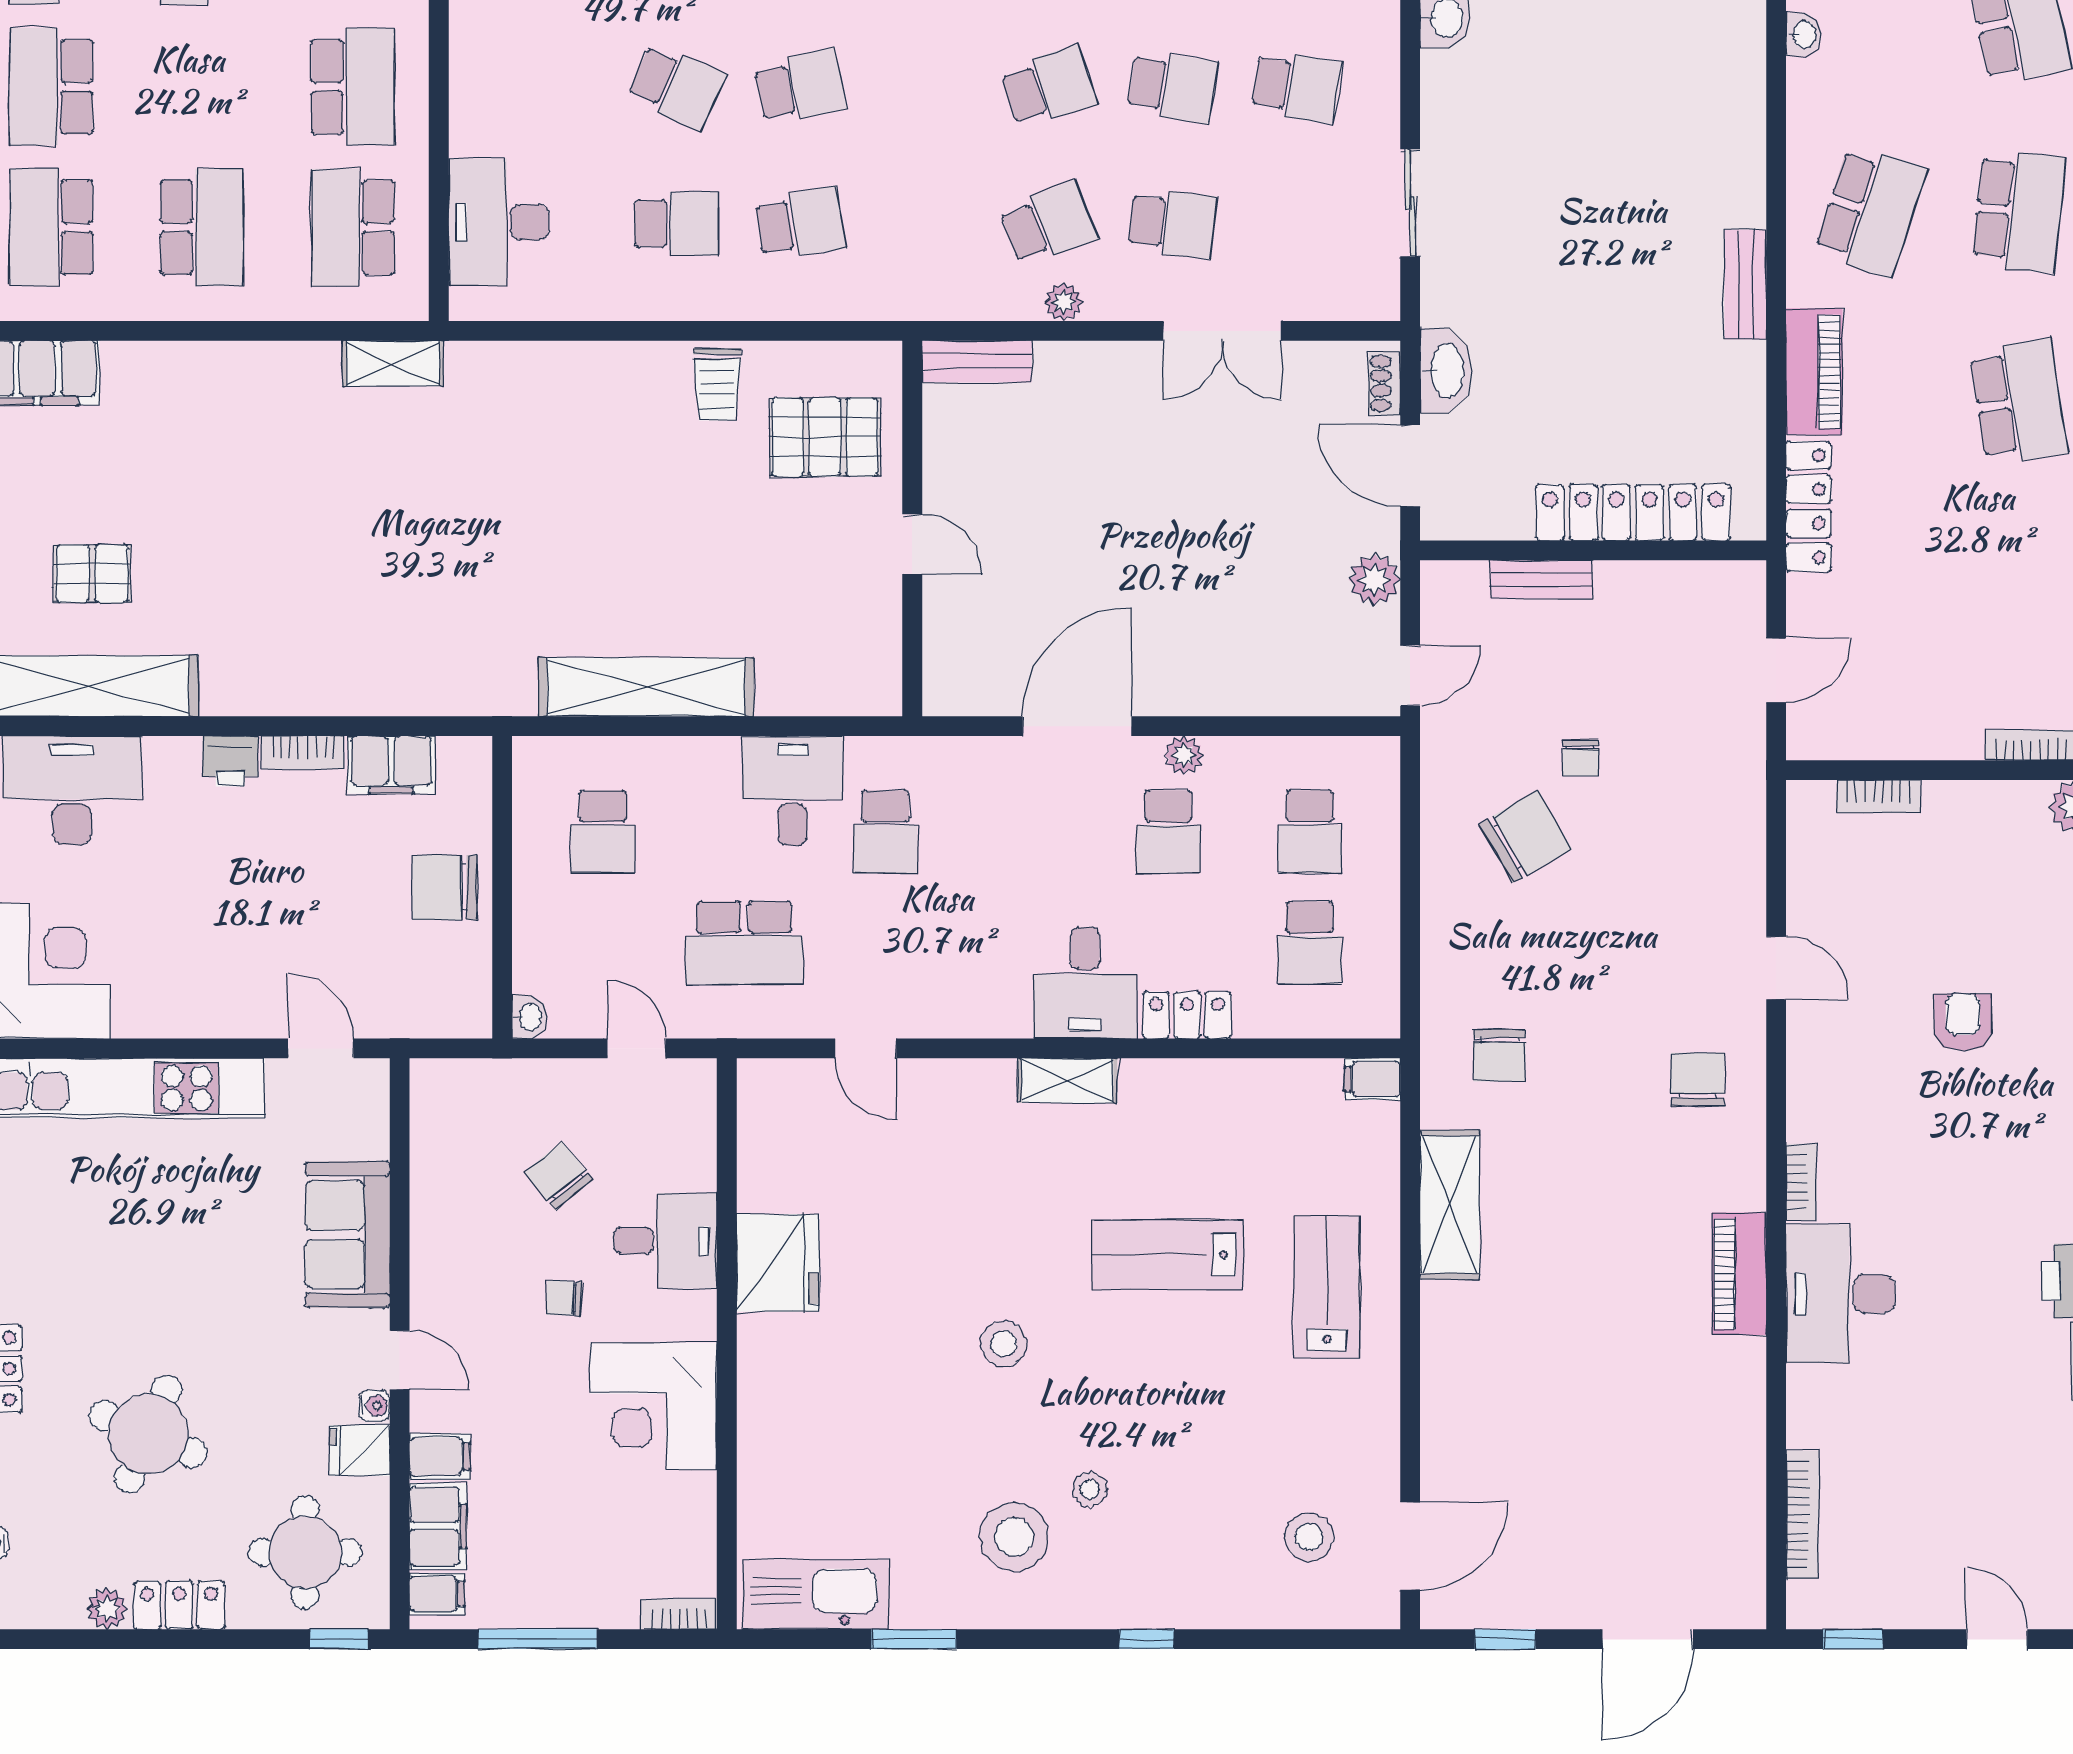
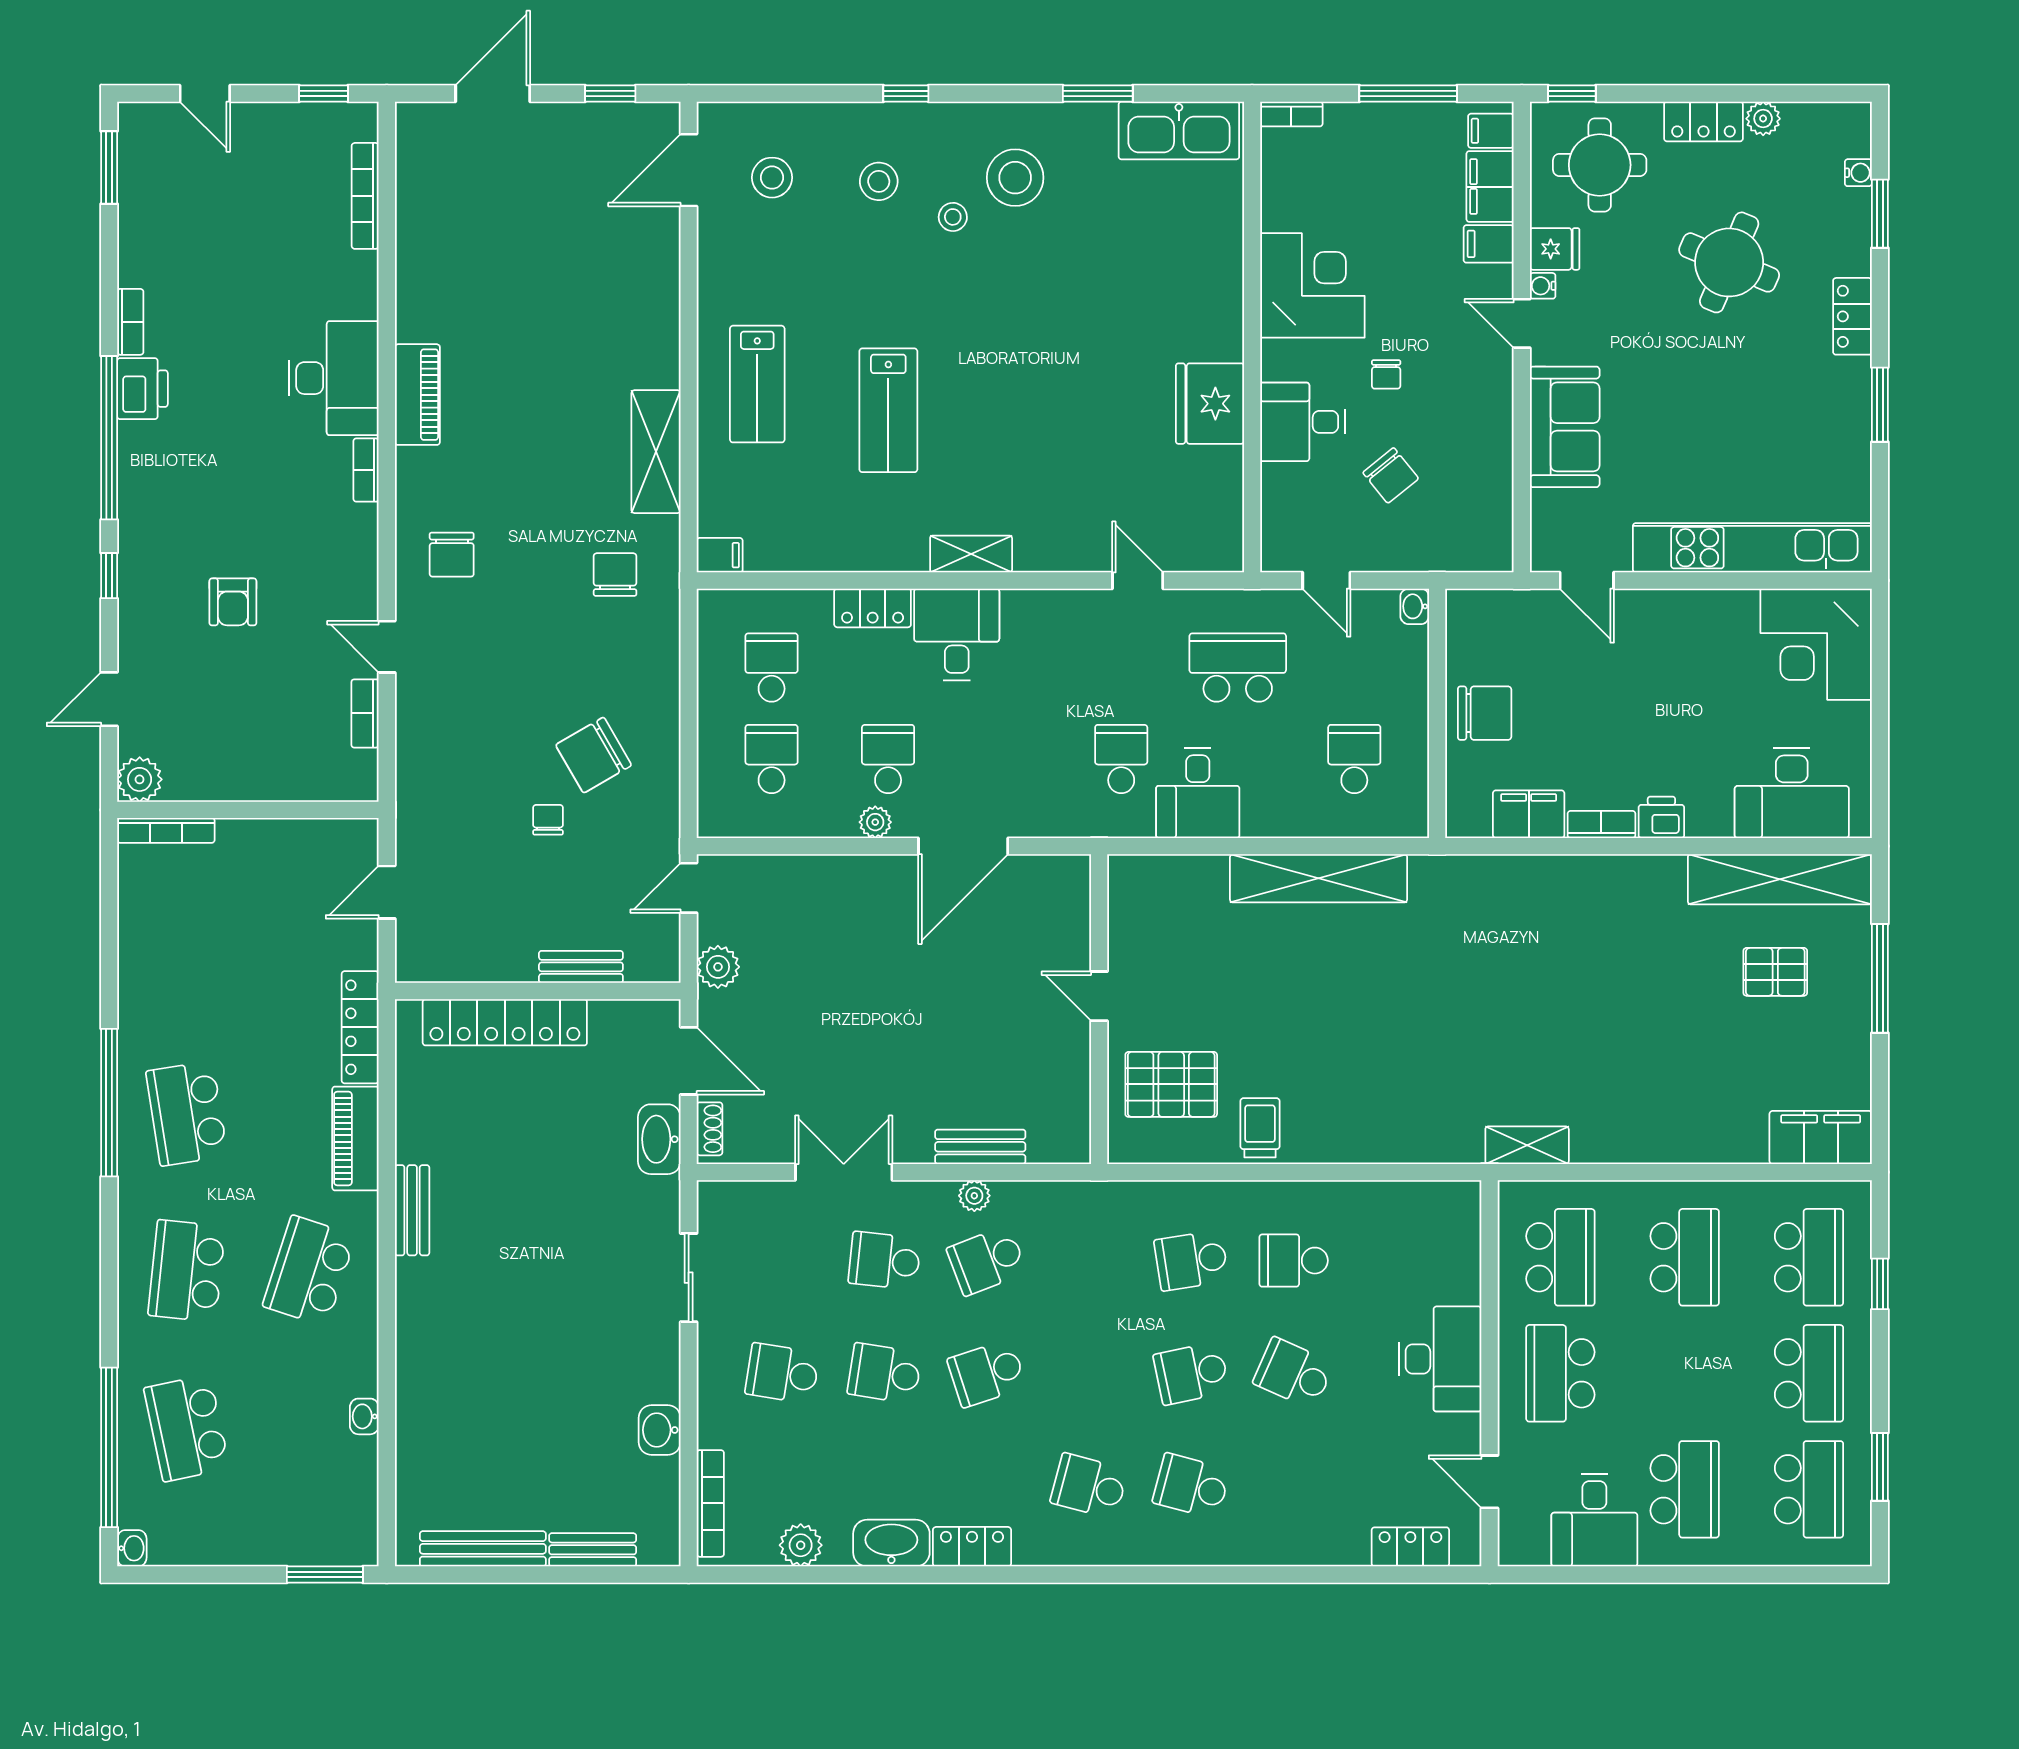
desk: (499, 222) -> (1440, 1359), moved
school desk: (202, 227) -> (1685, 1257), turned 180
bench: (977, 361) -> (980, 1147), moved
bookcase: (1878, 796) -> (365, 713), moved, turned -90
lab bench: (1168, 1255) -> (888, 410), turned 90
chair: (564, 1298) -> (1386, 374), turned 88
stool: (1004, 1344) -> (879, 181), moved

